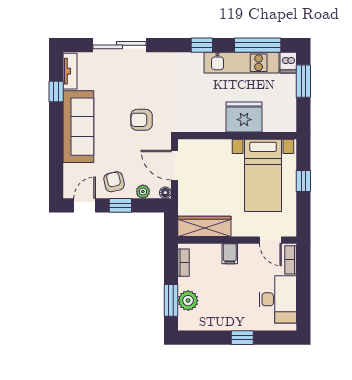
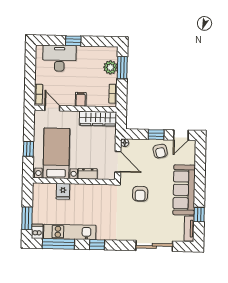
fridge: (244, 117) -> (63, 191), width x0.53, depth x0.75
armchair: (141, 120) -> (140, 194), turned 90
dresser: (217, 147) -> (88, 174), added
plant: (143, 192) -> (140, 144), removed
desk: (278, 299) -> (59, 58), moved, turned 90

